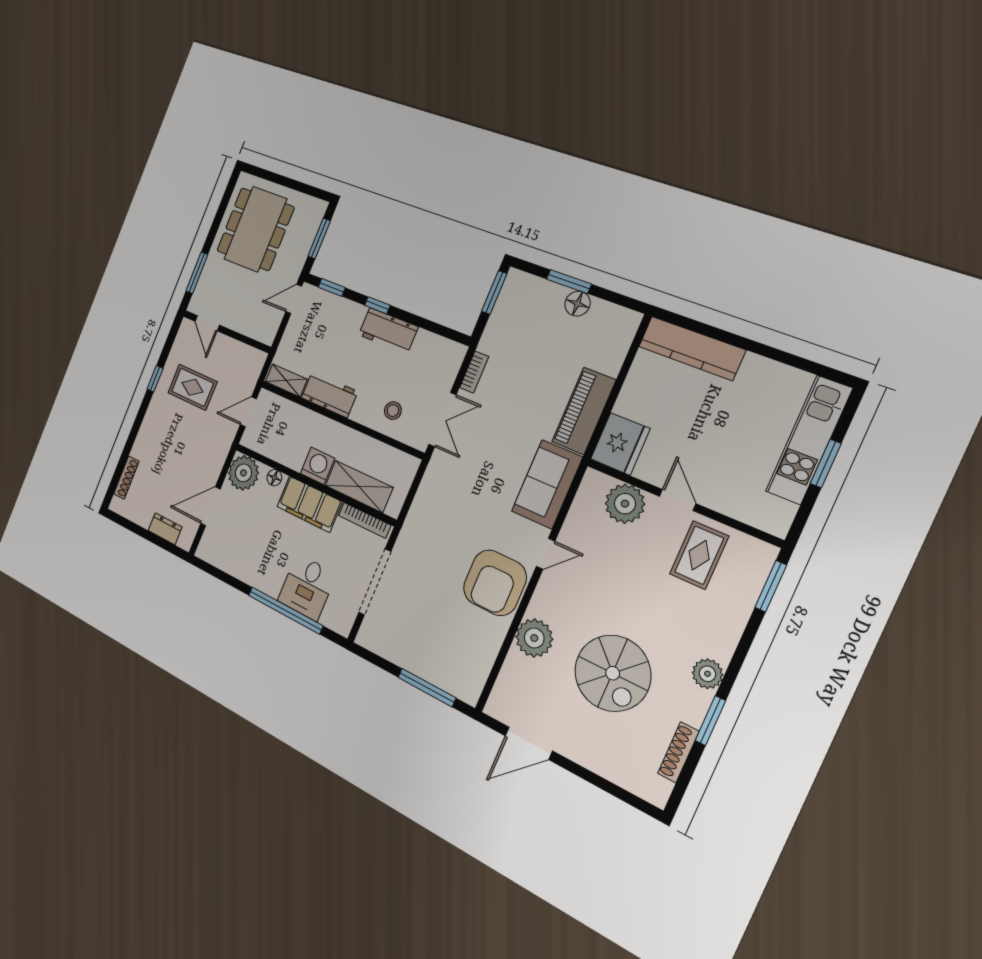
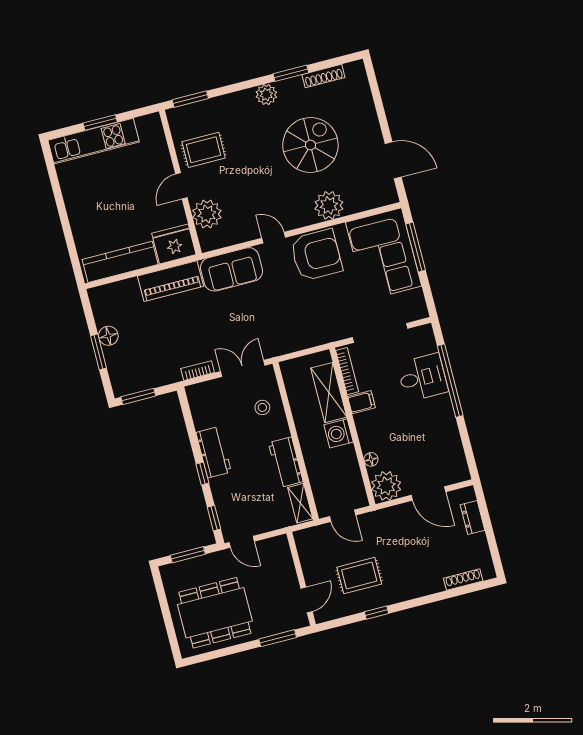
kitchen counter: (692, 348) -> (120, 262), moved, turned -90
rug: (192, 387) -> (359, 576), turned 90
filing cabinet: (309, 504) -> (361, 402), width x0.33, depth x0.86
corner sofa: (444, 650) -> (384, 254), added

